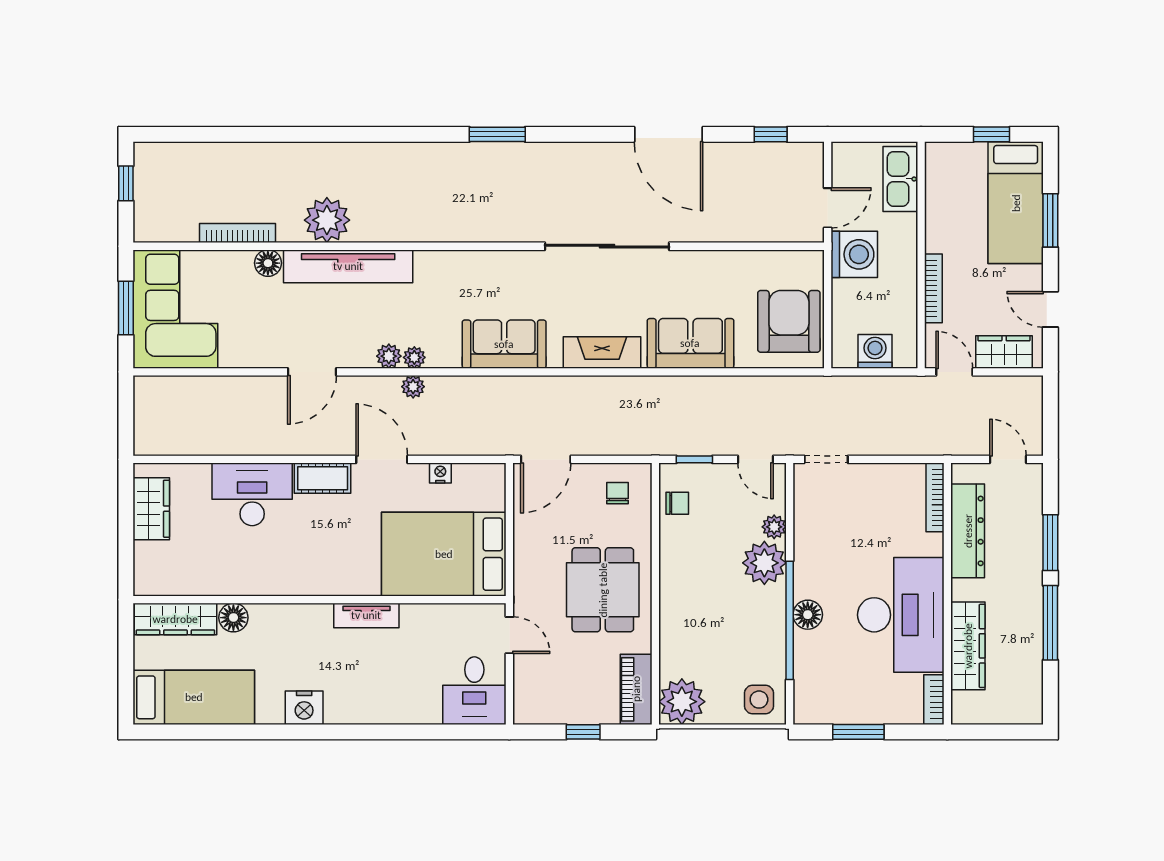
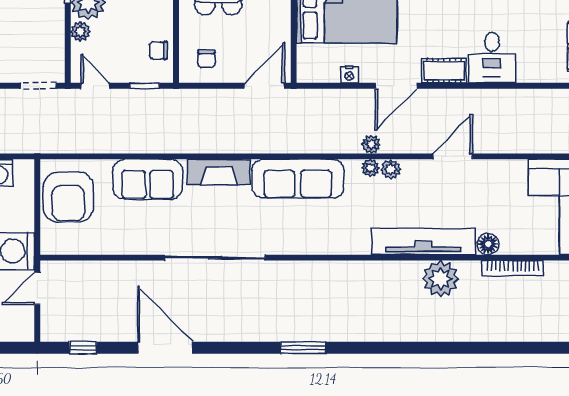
sofa: (504, 344) -> (298, 179), width x1.36
door: (382, 459) -> (396, 86), hinge flipped
desk: (252, 494) -> (492, 58), width x0.73

